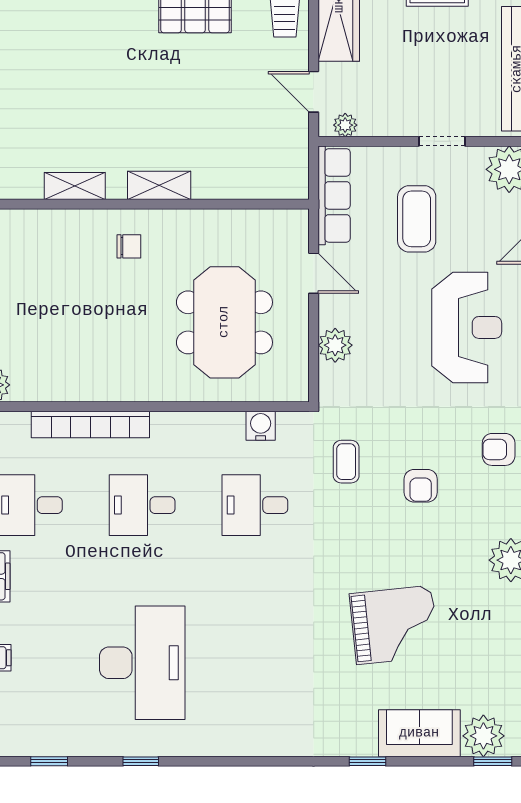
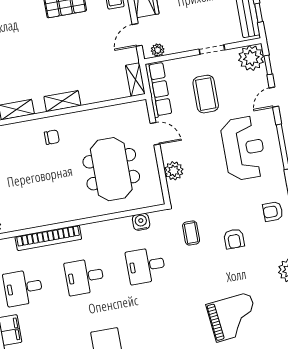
door: (314, 92) -> (137, 35), hinge flipped
shelving: (296, 171) -> (135, 80), added

